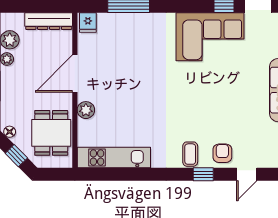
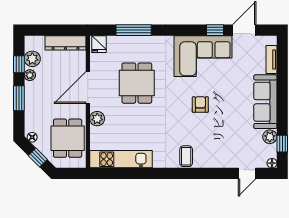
dining table: (132, 68) -> (137, 83), added
armchair: (222, 153) -> (200, 104), moved
window: (203, 174) -> (197, 173), removed
door: (247, 174) -> (247, 173), moved

